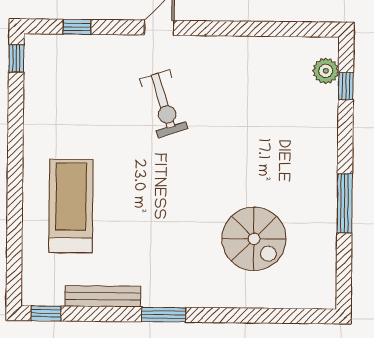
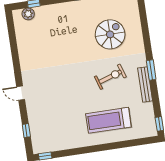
exercise bike: (164, 104) -> (110, 77), moved
bench: (103, 296) -> (145, 84), moved

